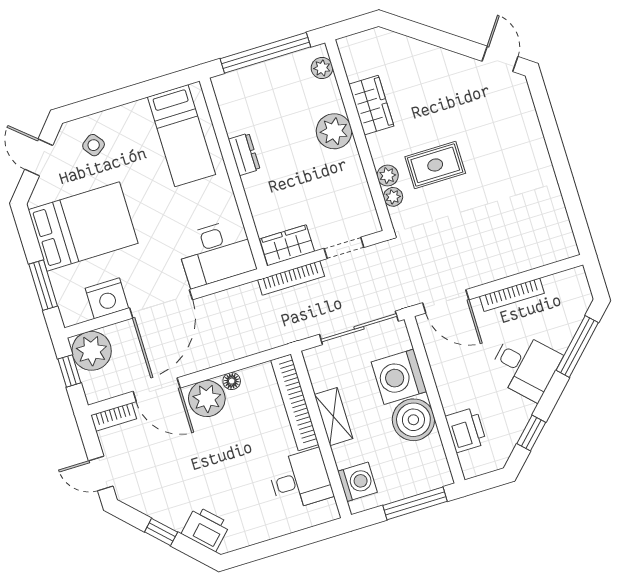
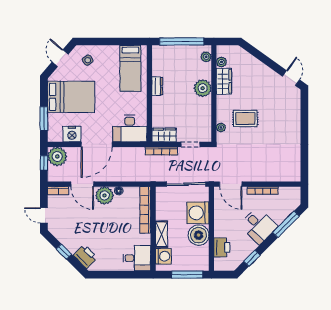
plant: (388, 175) -> (221, 62), moved
shelving: (334, 417) -> (161, 234), moved
desk: (300, 480) -> (137, 258), moved

